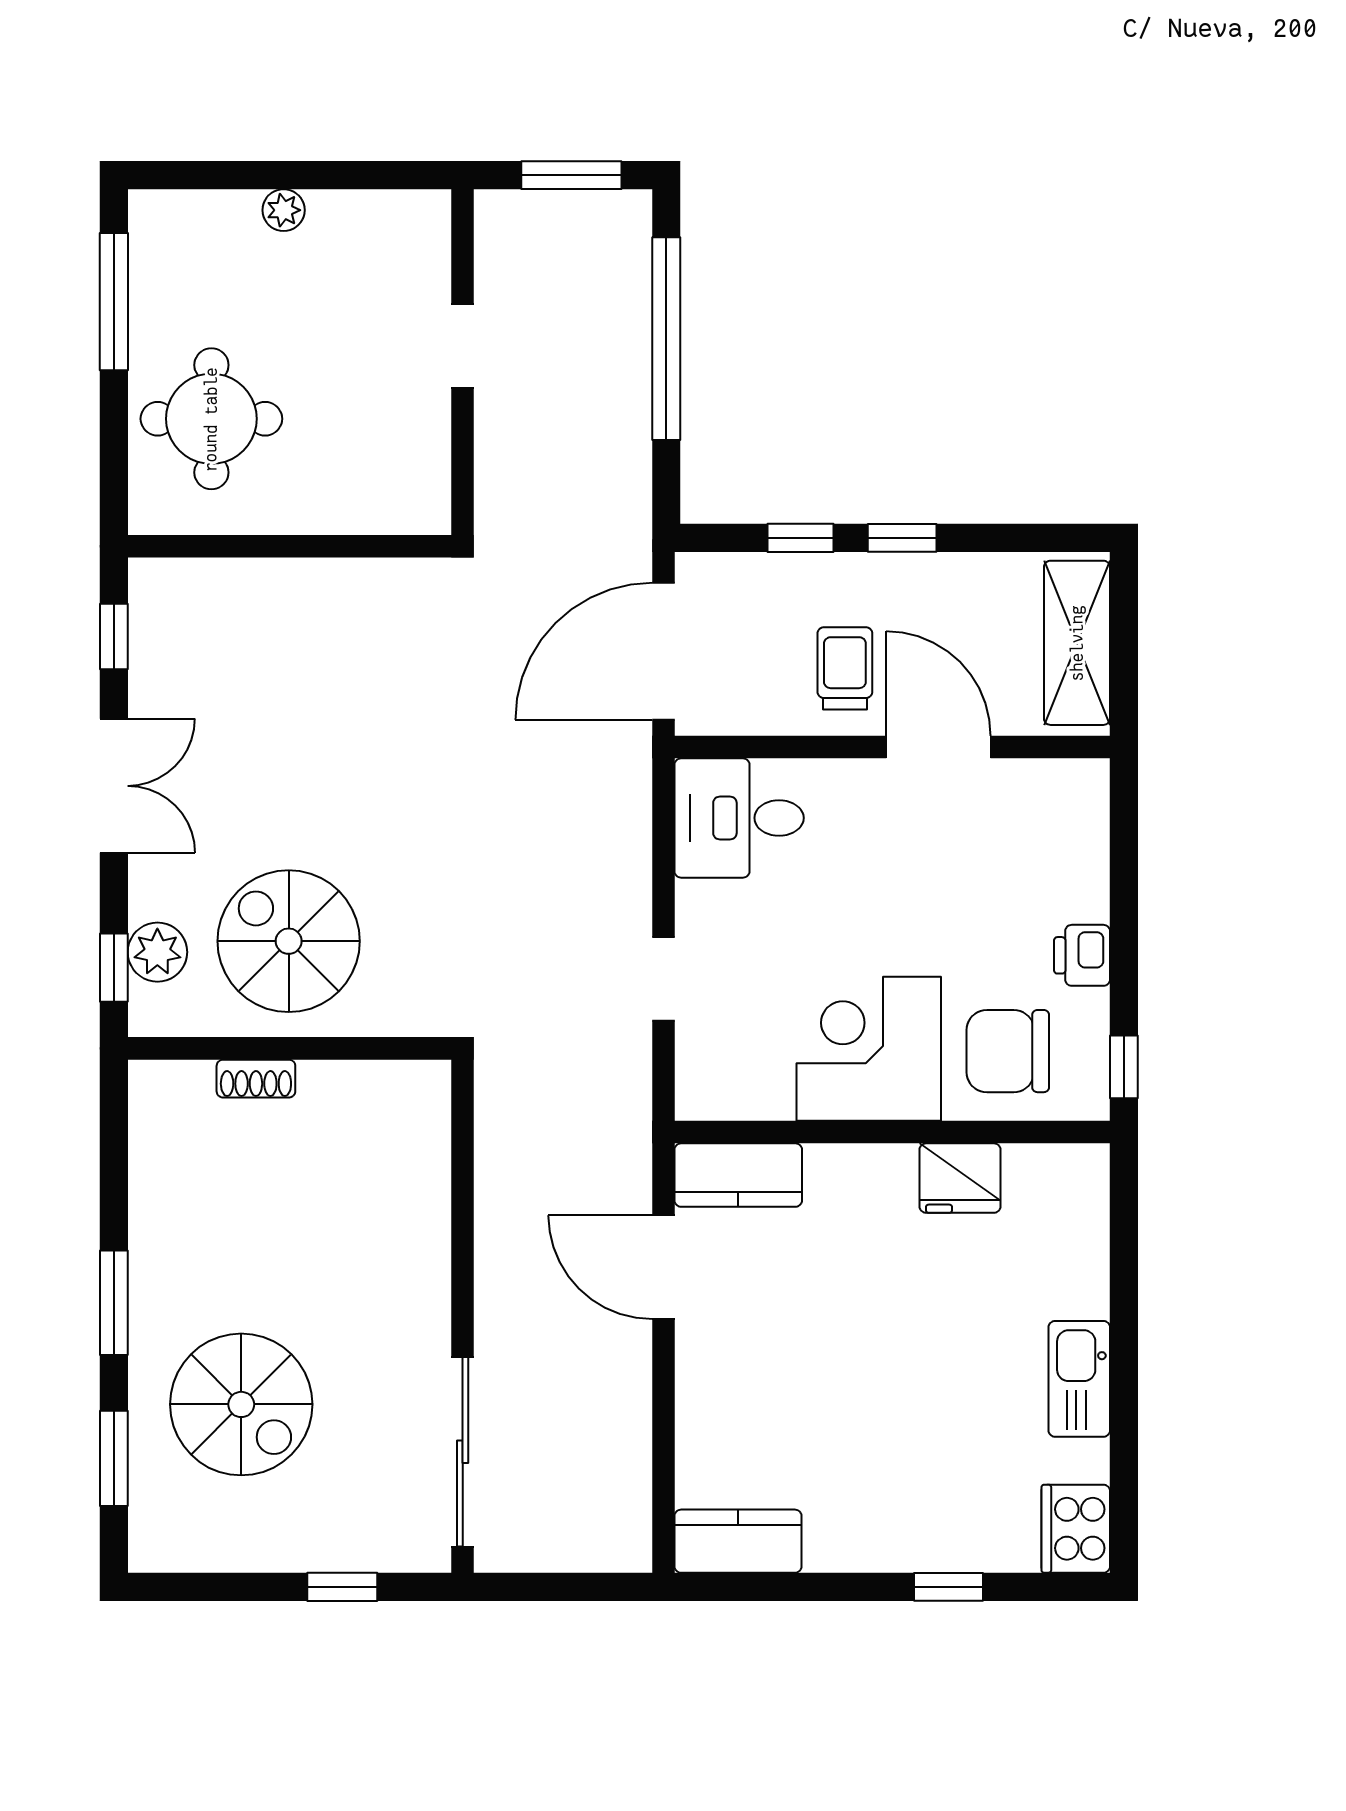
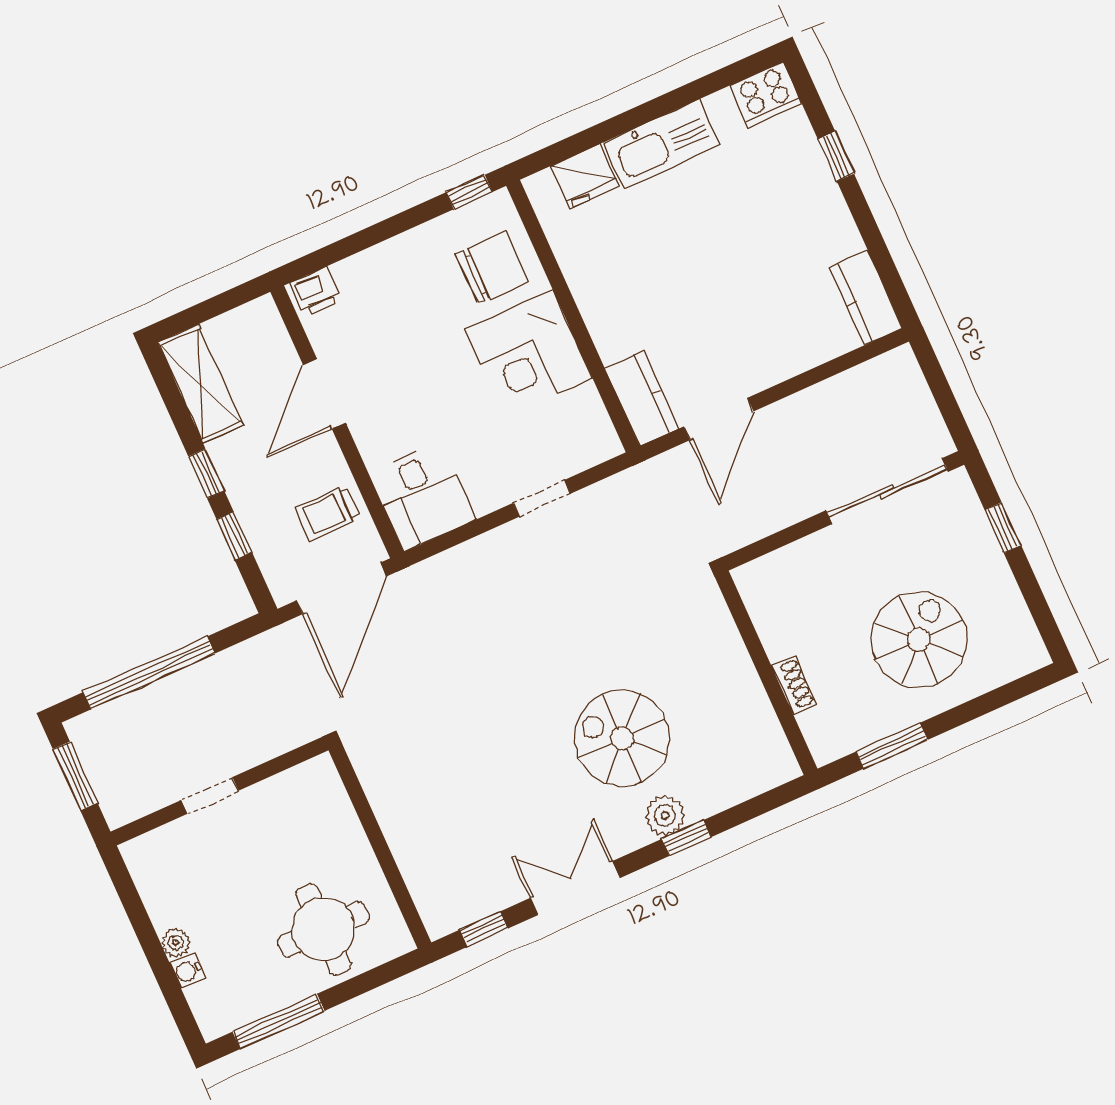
water cooler: (238, 209) -> (188, 971), added
shelving: (1077, 643) -> (200, 384), moved, turned 90
door: (663, 651) -> (342, 588), hinge flipped
trolley: (845, 668) -> (328, 513), moved
spiral stairs: (289, 941) -> (622, 738), turned 90
printer: (1082, 955) -> (316, 292), moved
wall: (290, 1048) -> (766, 673), moved
chair: (1008, 1051) -> (492, 268), turned -90
shoe rack: (256, 1079) -> (794, 685), moved
fridge: (960, 1178) -> (585, 176), moved, turned 90
kitchen sink: (1079, 1379) -> (662, 144), width x1.36, depth x1.24
window: (114, 1458) -> (987, 703), removed

